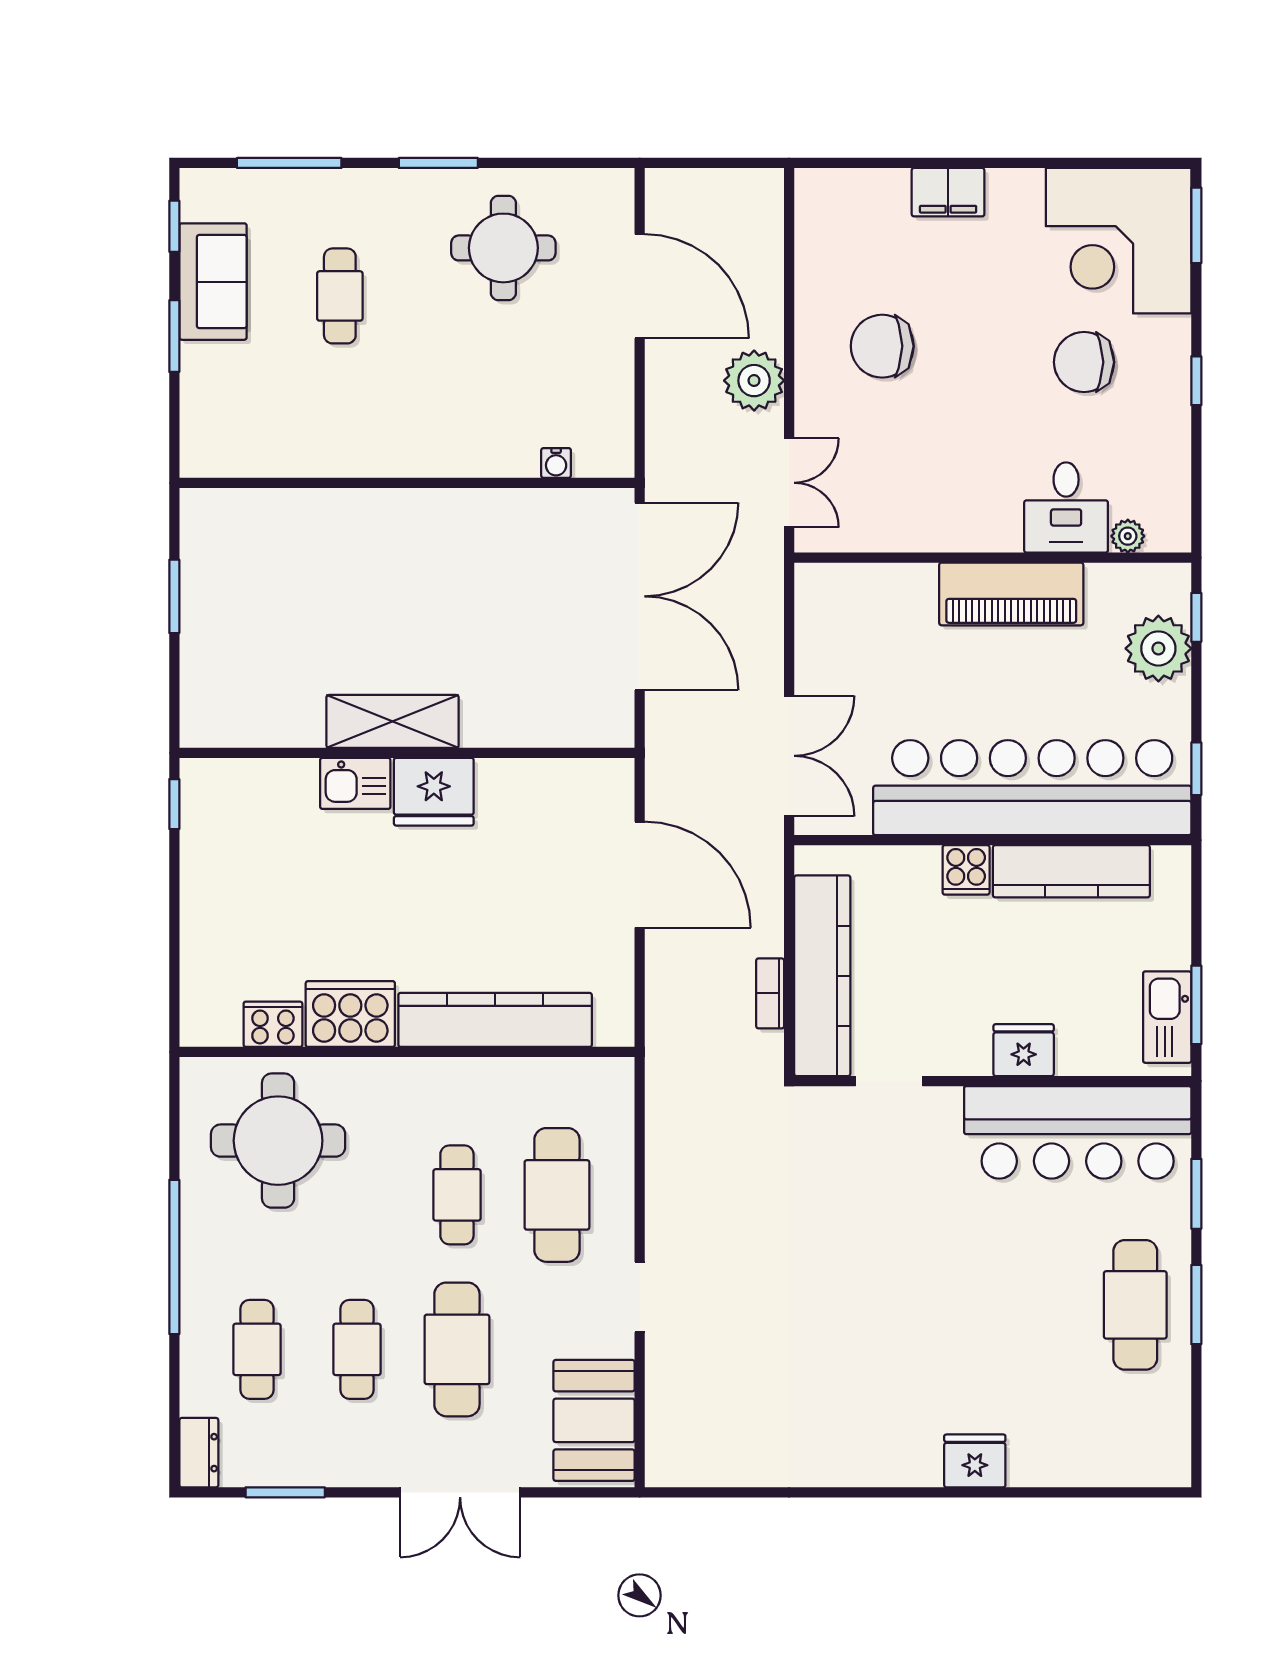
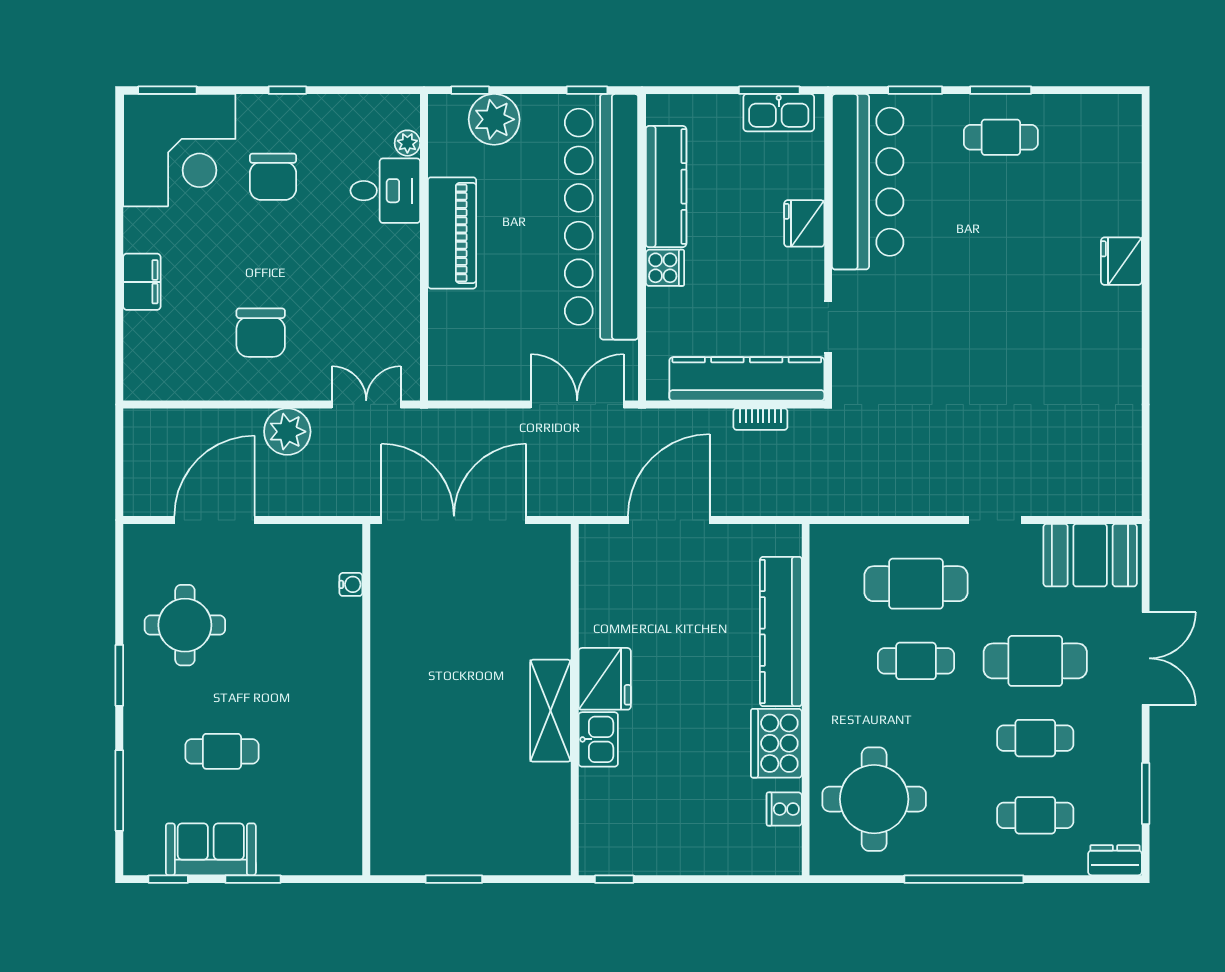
cooker: (273, 1024) -> (784, 809), width x0.73
cafe table: (1135, 1305) -> (1001, 137), width x0.73, depth x0.74

